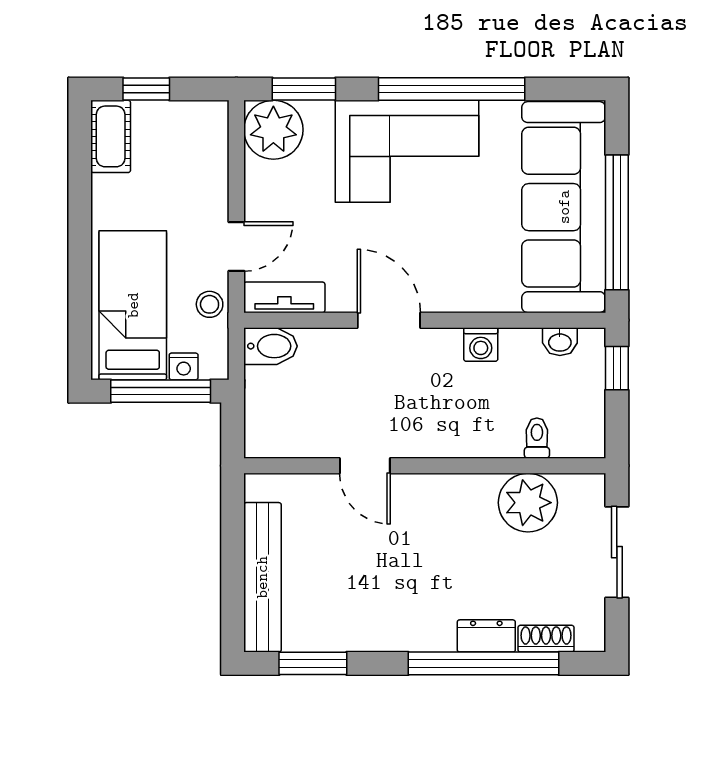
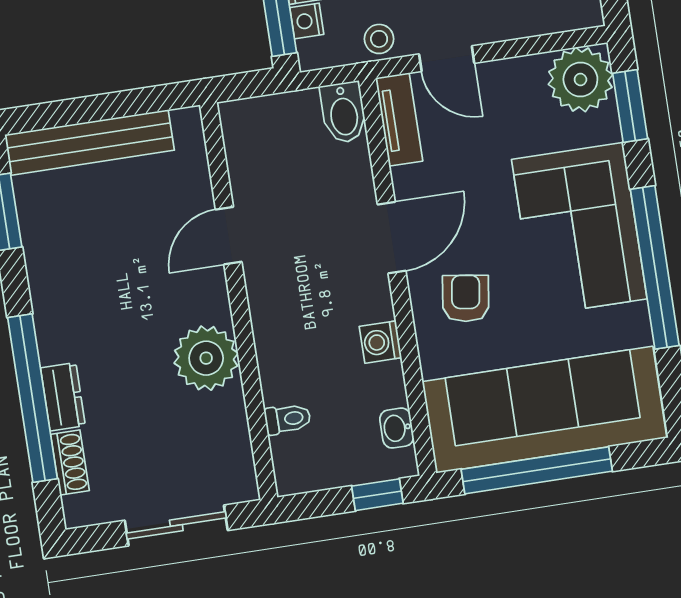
armchair: (453, 262) -> (466, 298), added
plant: (528, 503) -> (206, 358), moved

